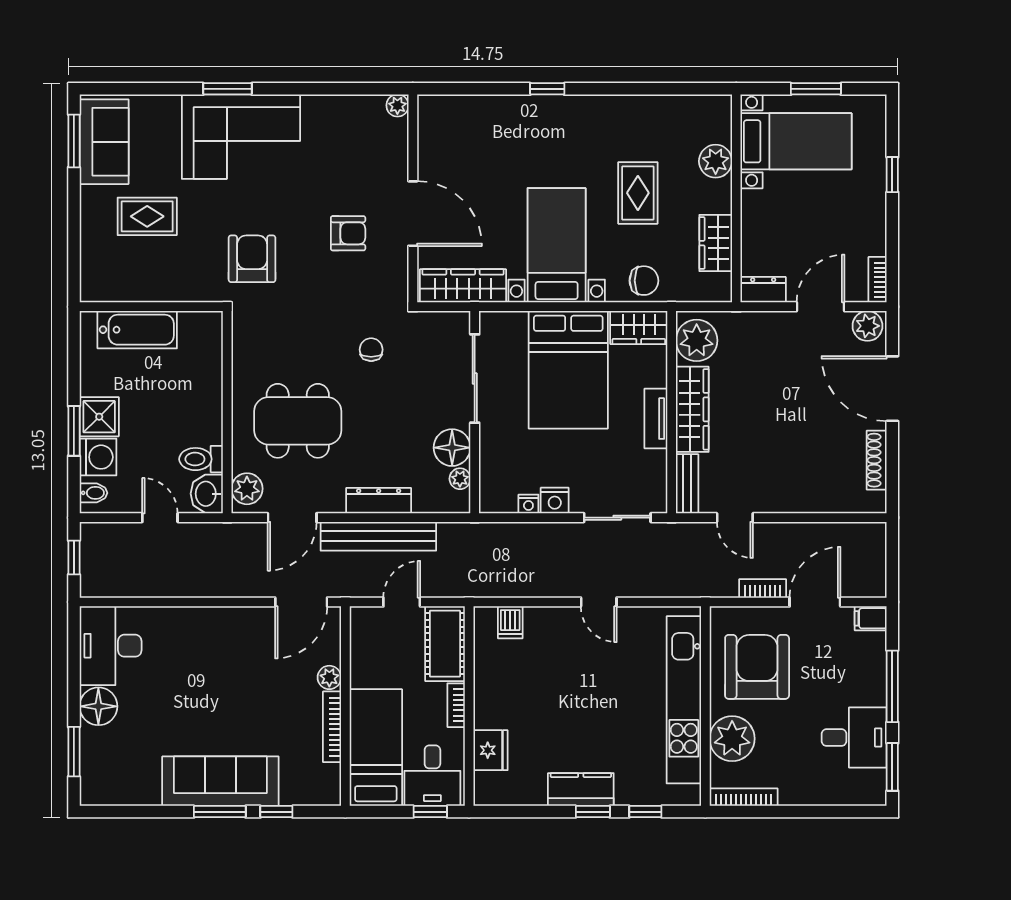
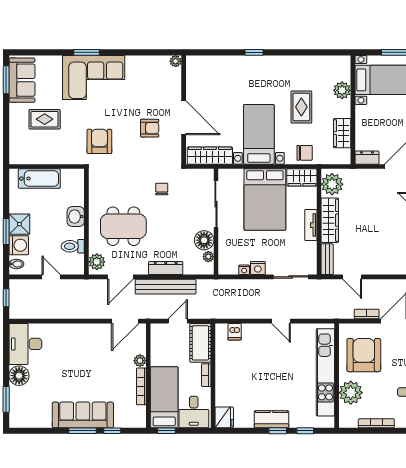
washbasin: (207, 494) -> (76, 217), moved
fridge: (490, 750) -> (224, 417), moved
bookcase: (744, 797) -> (376, 423), moved
window: (430, 812) -> (167, 431), moved

